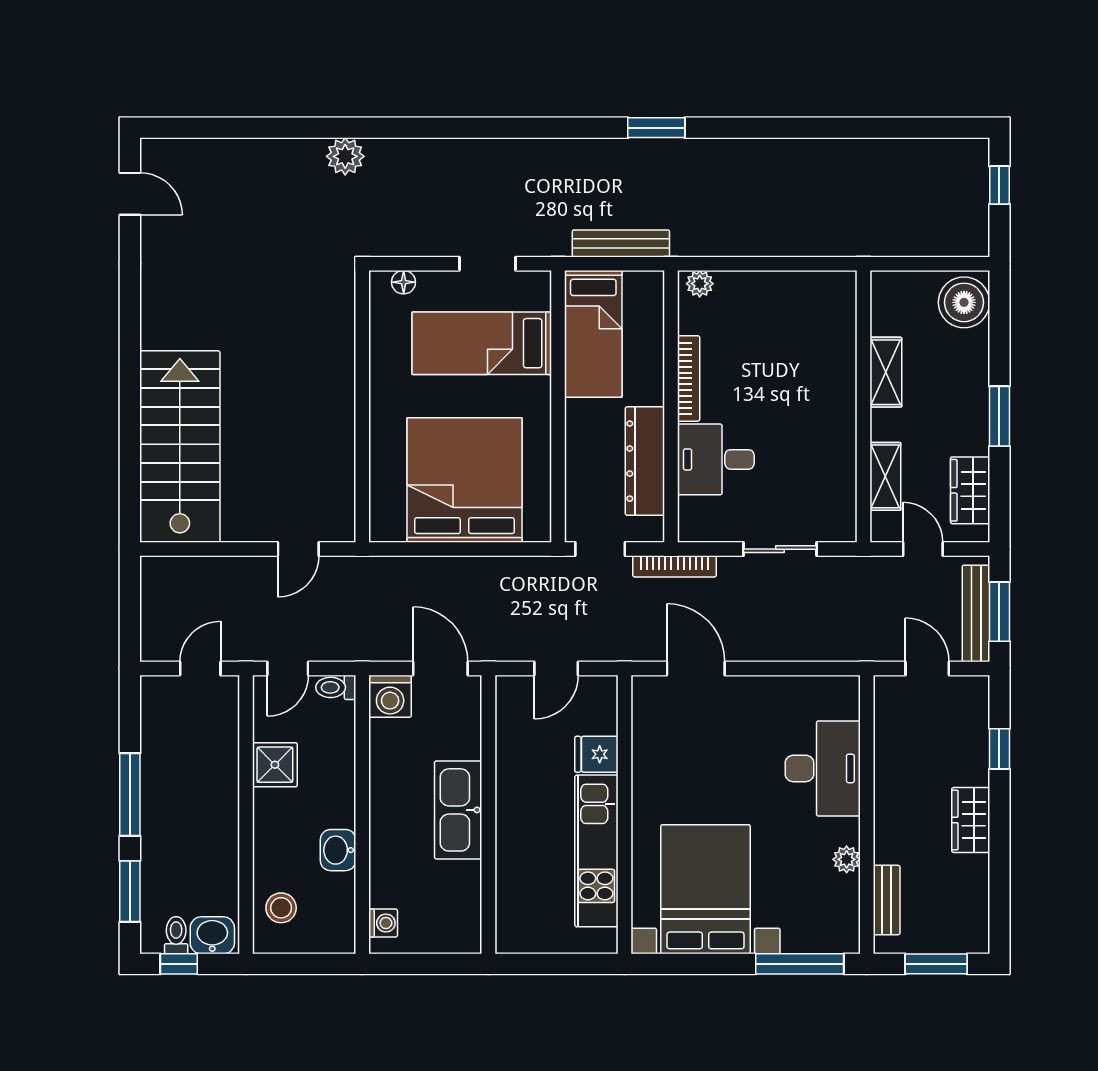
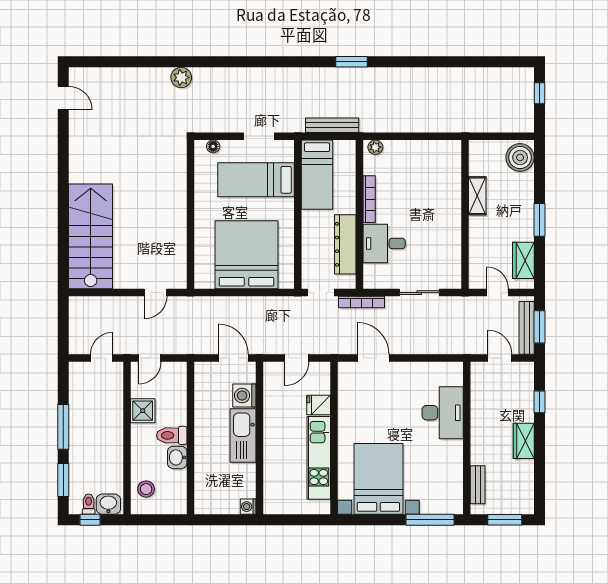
shelving: (885, 476) -> (477, 253), removed
toilet: (336, 687) -> (172, 435), moved, width x1.37, depth x1.39
washing machine: (390, 696) -> (244, 396), moved, turned 90
plant: (847, 859) -> (456, 463), removed
washing machine: (383, 923) -> (248, 507), moved, turned 180

